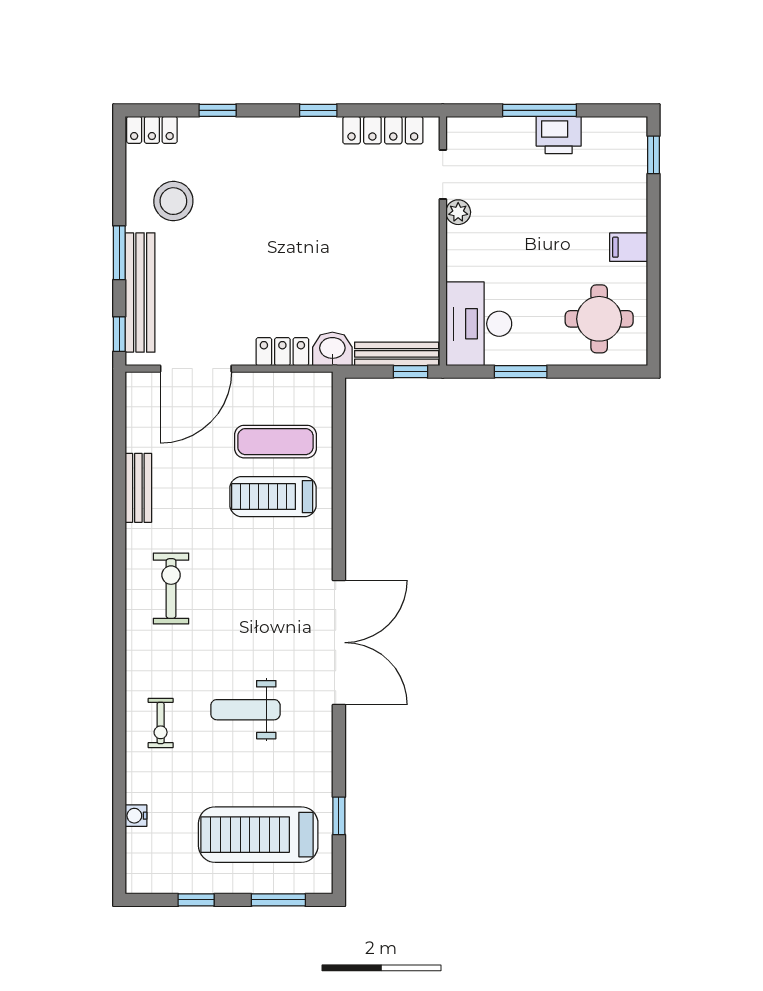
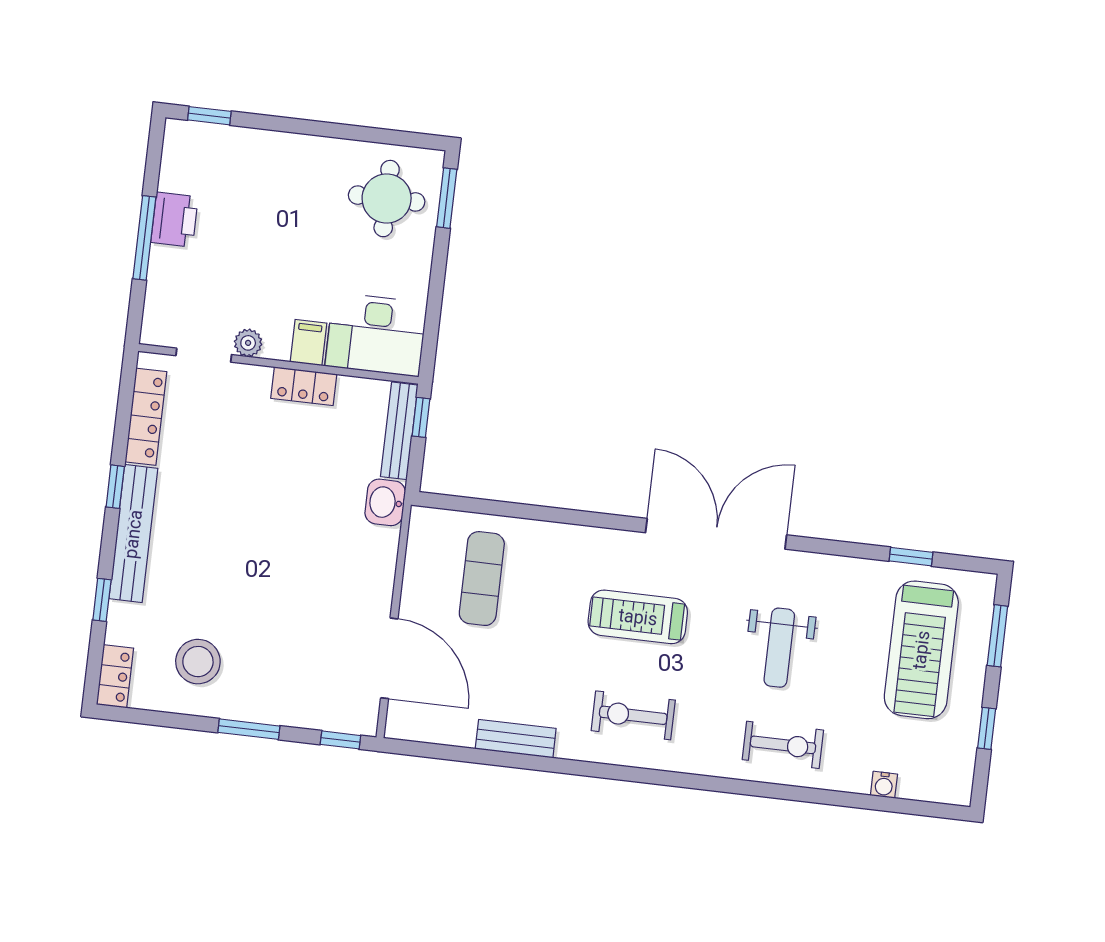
filing cabinet: (629, 247) -> (309, 342), moved, turned 180
bench: (140, 292) -> (133, 534), moved, turned 90
locker: (282, 352) -> (304, 386), moved, turned -90
window: (521, 372) -> (447, 198), moved
treadmill: (273, 497) -> (638, 617), moved, turned 90
exercise bike: (161, 723) -> (783, 745), width x1.38, depth x1.39

